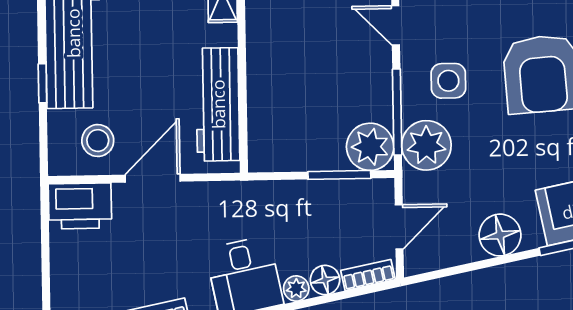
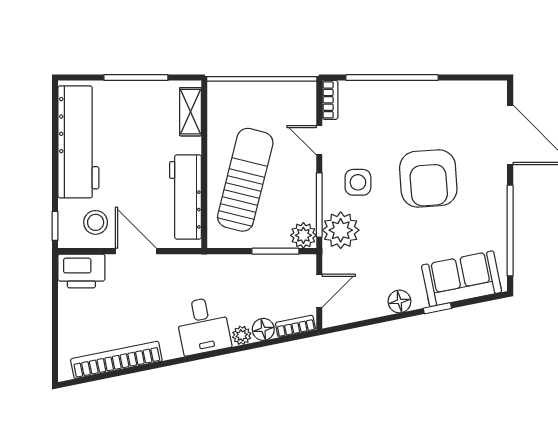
sun lounger: (297, 80) -> (245, 180), added
window: (42, 83) -> (55, 226), moved
plant: (370, 147) -> (303, 235), width x0.73, depth x0.73
door: (153, 178) -> (136, 251), hinge flipped
floor lamp: (500, 235) -> (399, 301), width x0.73, depth x0.73

